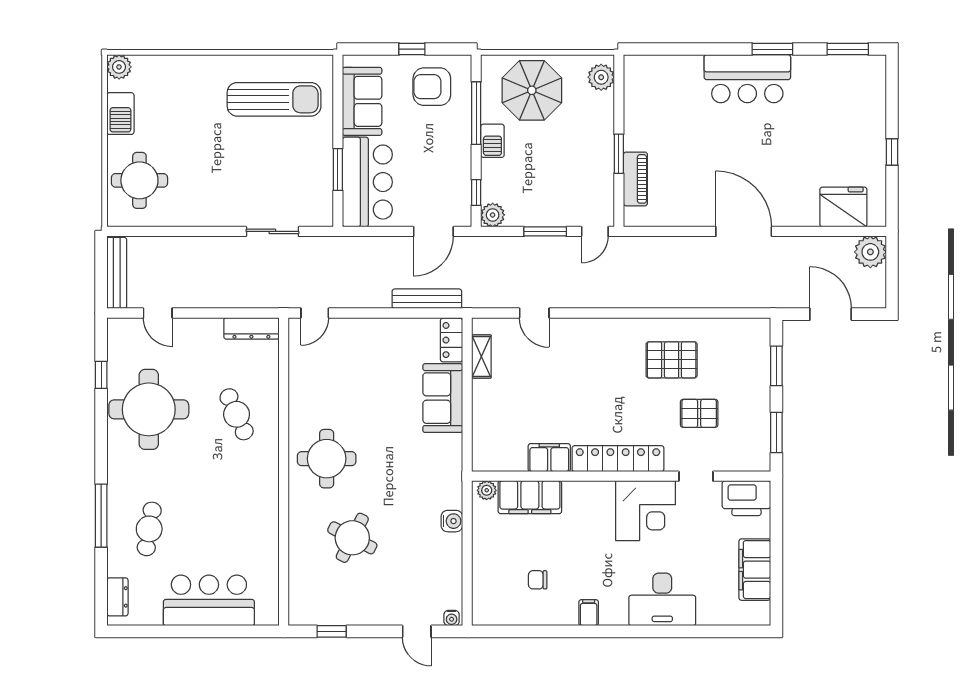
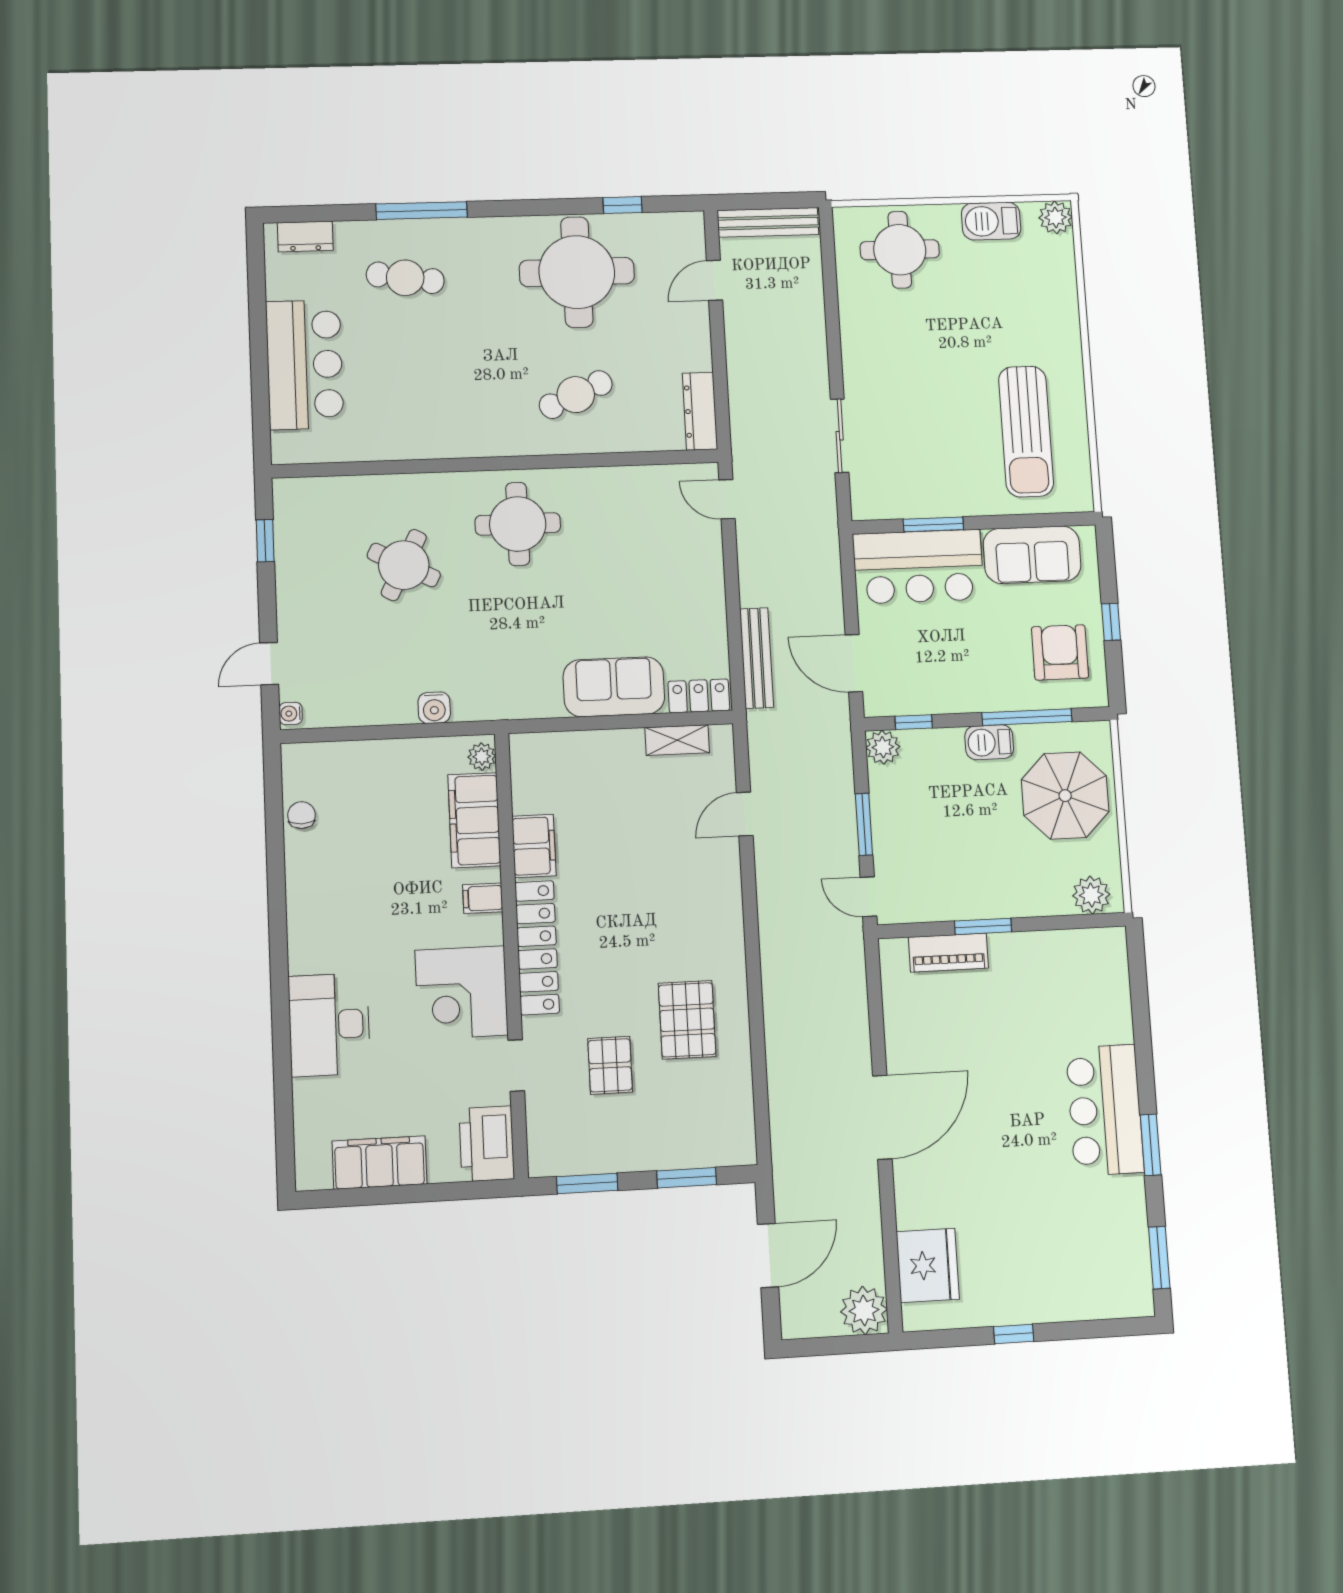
chair: (538, 580) -> (301, 815), moved
filing cabinet: (589, 613) -> (483, 898), moved, turned 180

